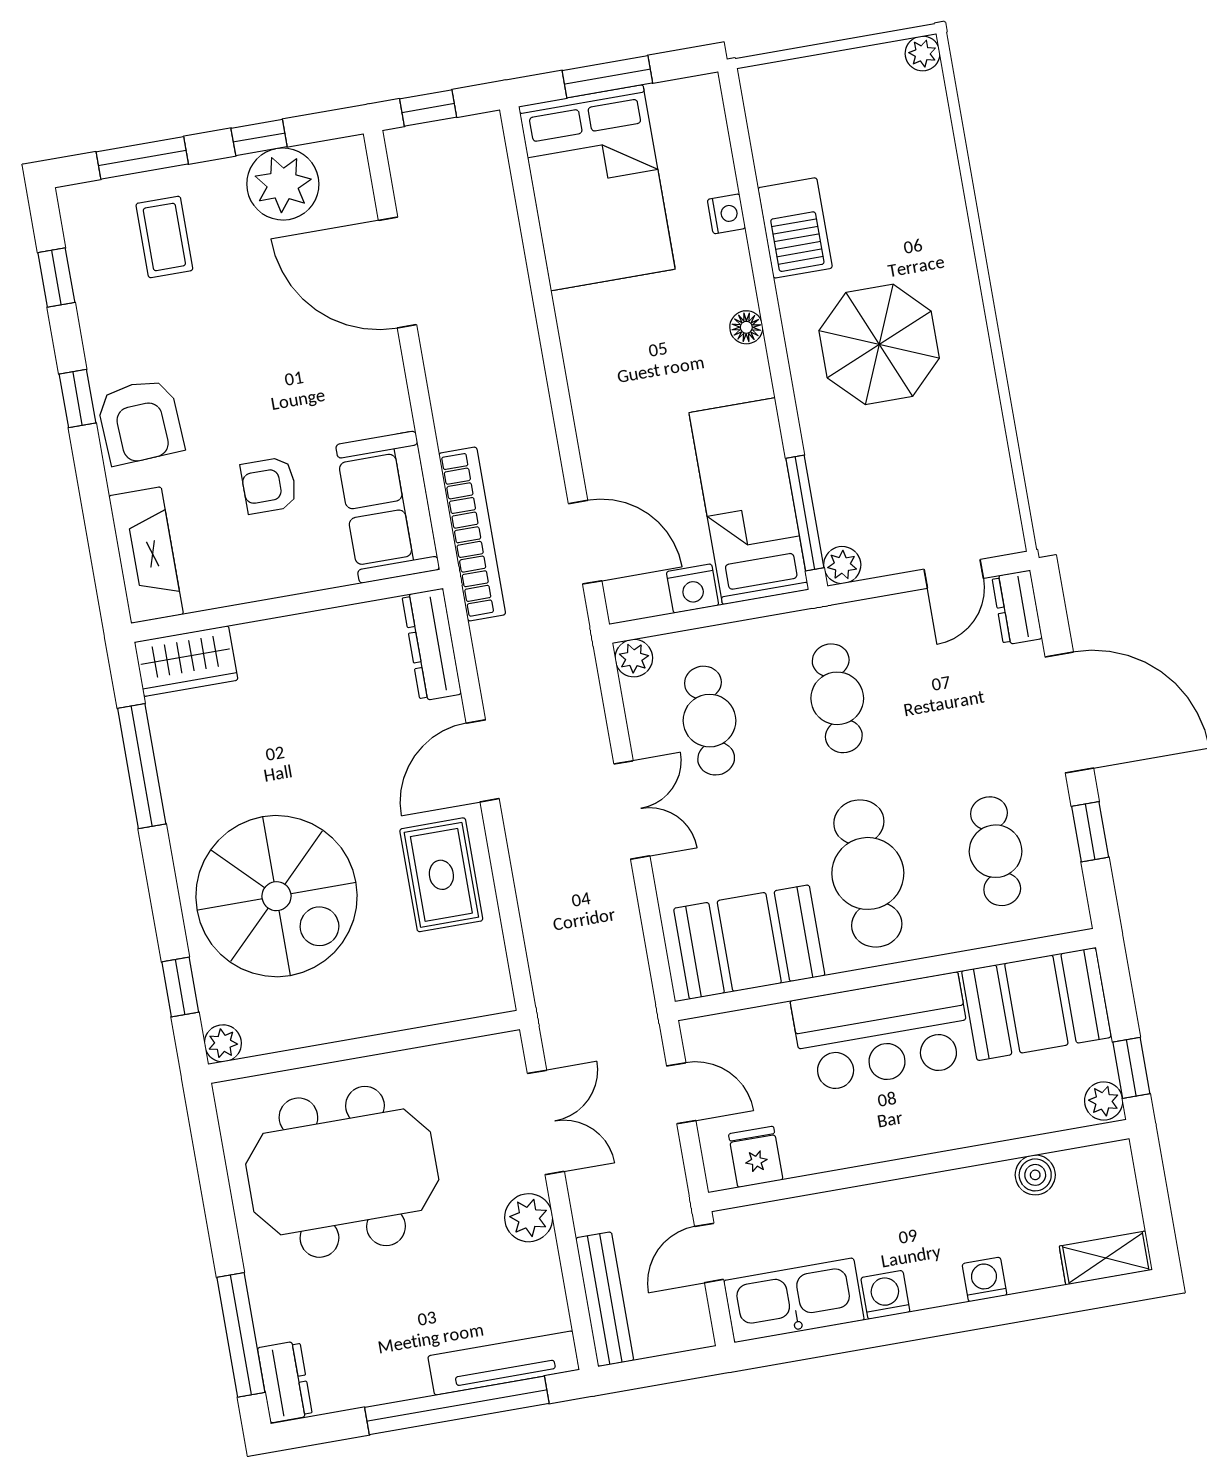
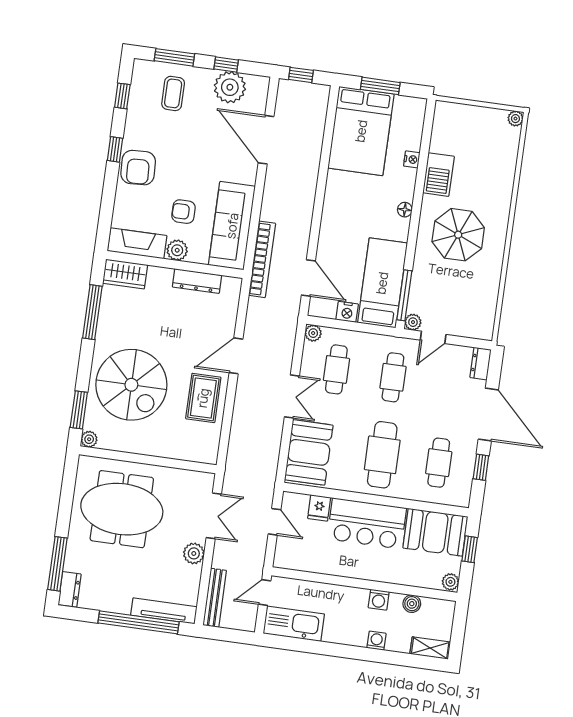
sofa: (388, 507) -> (232, 226), width x1.36
fireplace: (146, 555) -> (137, 243), moved, turned -90
plant: (282, 573) -> (177, 250), added
door: (954, 574) -> (433, 337), moved
dresser: (432, 645) -> (197, 281), moved, turned -90
booth: (749, 942) -> (309, 452), moved, turned 90
window: (180, 987) -> (79, 410), width x1.50
window: (1131, 1068) -> (470, 549), moved
fridge: (756, 1157) -> (319, 508), moved, turned 180
washing machine: (885, 1295) -> (379, 600), moved, turned 180

